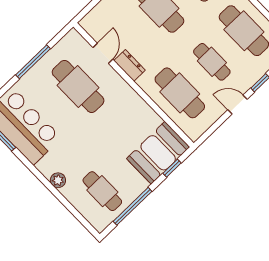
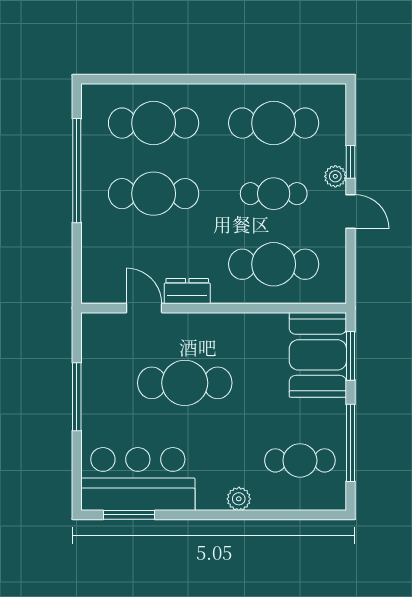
plant: (247, 82) -> (335, 176), added
cafe table: (78, 86) -> (185, 383), moved
door: (238, 105) -> (350, 212), swing flipped
window: (172, 168) -> (350, 356), width x1.50

